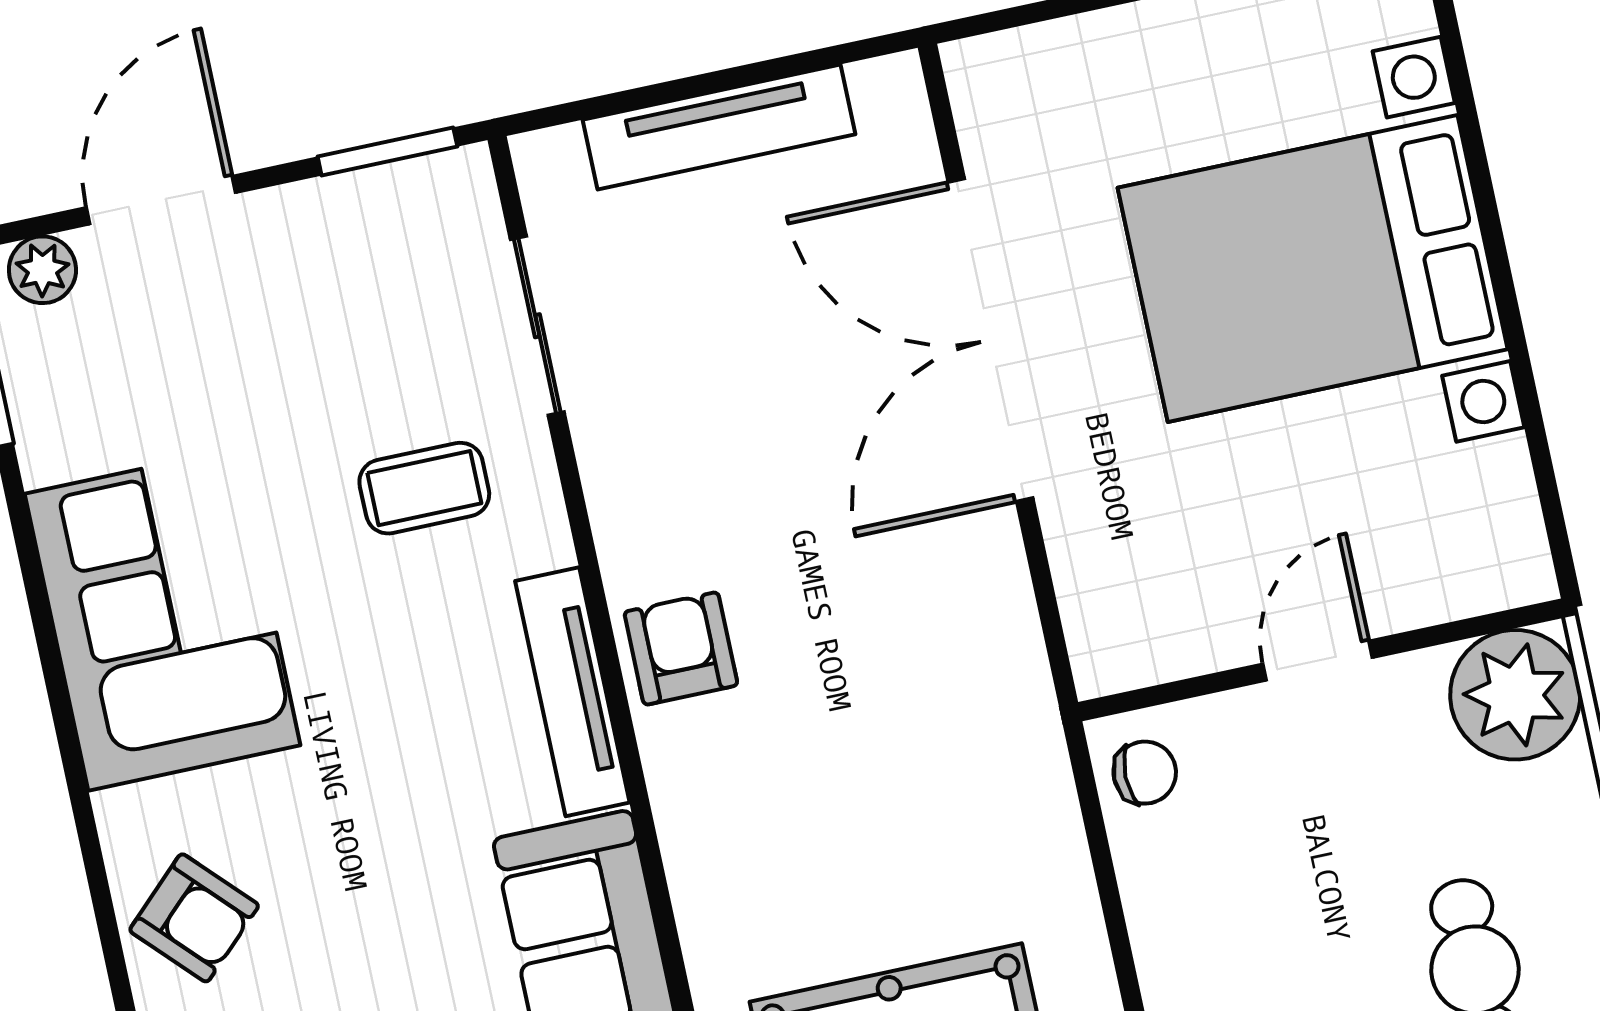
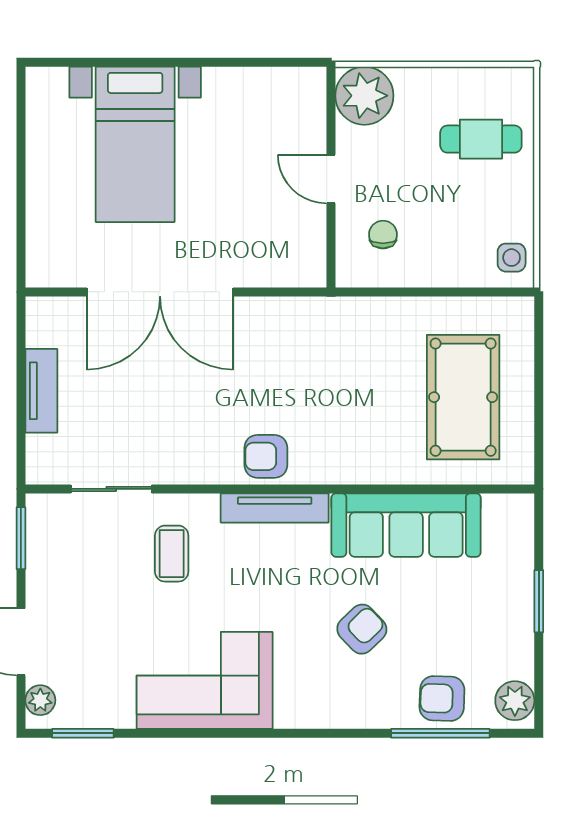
tv unit: (719, 127) -> (41, 391), width x0.71
bed with nightstands: (1313, 268) -> (135, 144), width x0.73
chair: (1145, 773) -> (383, 235), moved
armchair: (194, 918) -> (362, 629), moved

